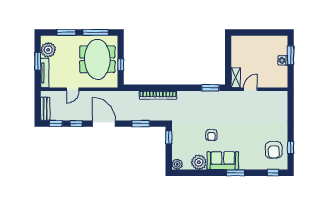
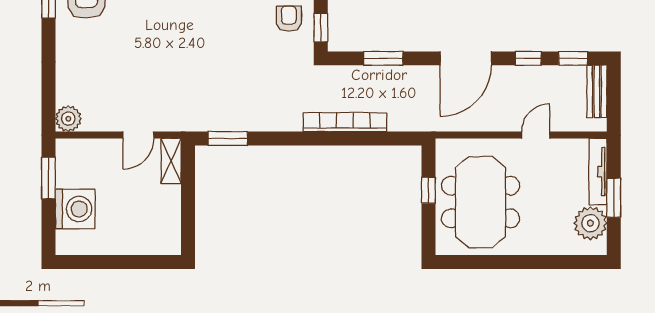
window: (66, 32) -> (550, 262), removed
window: (96, 32) -> (484, 262), removed
window: (291, 55) -> (48, 178), moved
washing machine: (283, 60) -> (75, 209), width x1.89, depth x1.89
plant: (282, 97) -> (68, 119), added
door: (104, 124) -> (466, 58), hinge flipped
armchair: (211, 135) -> (289, 19), moved

